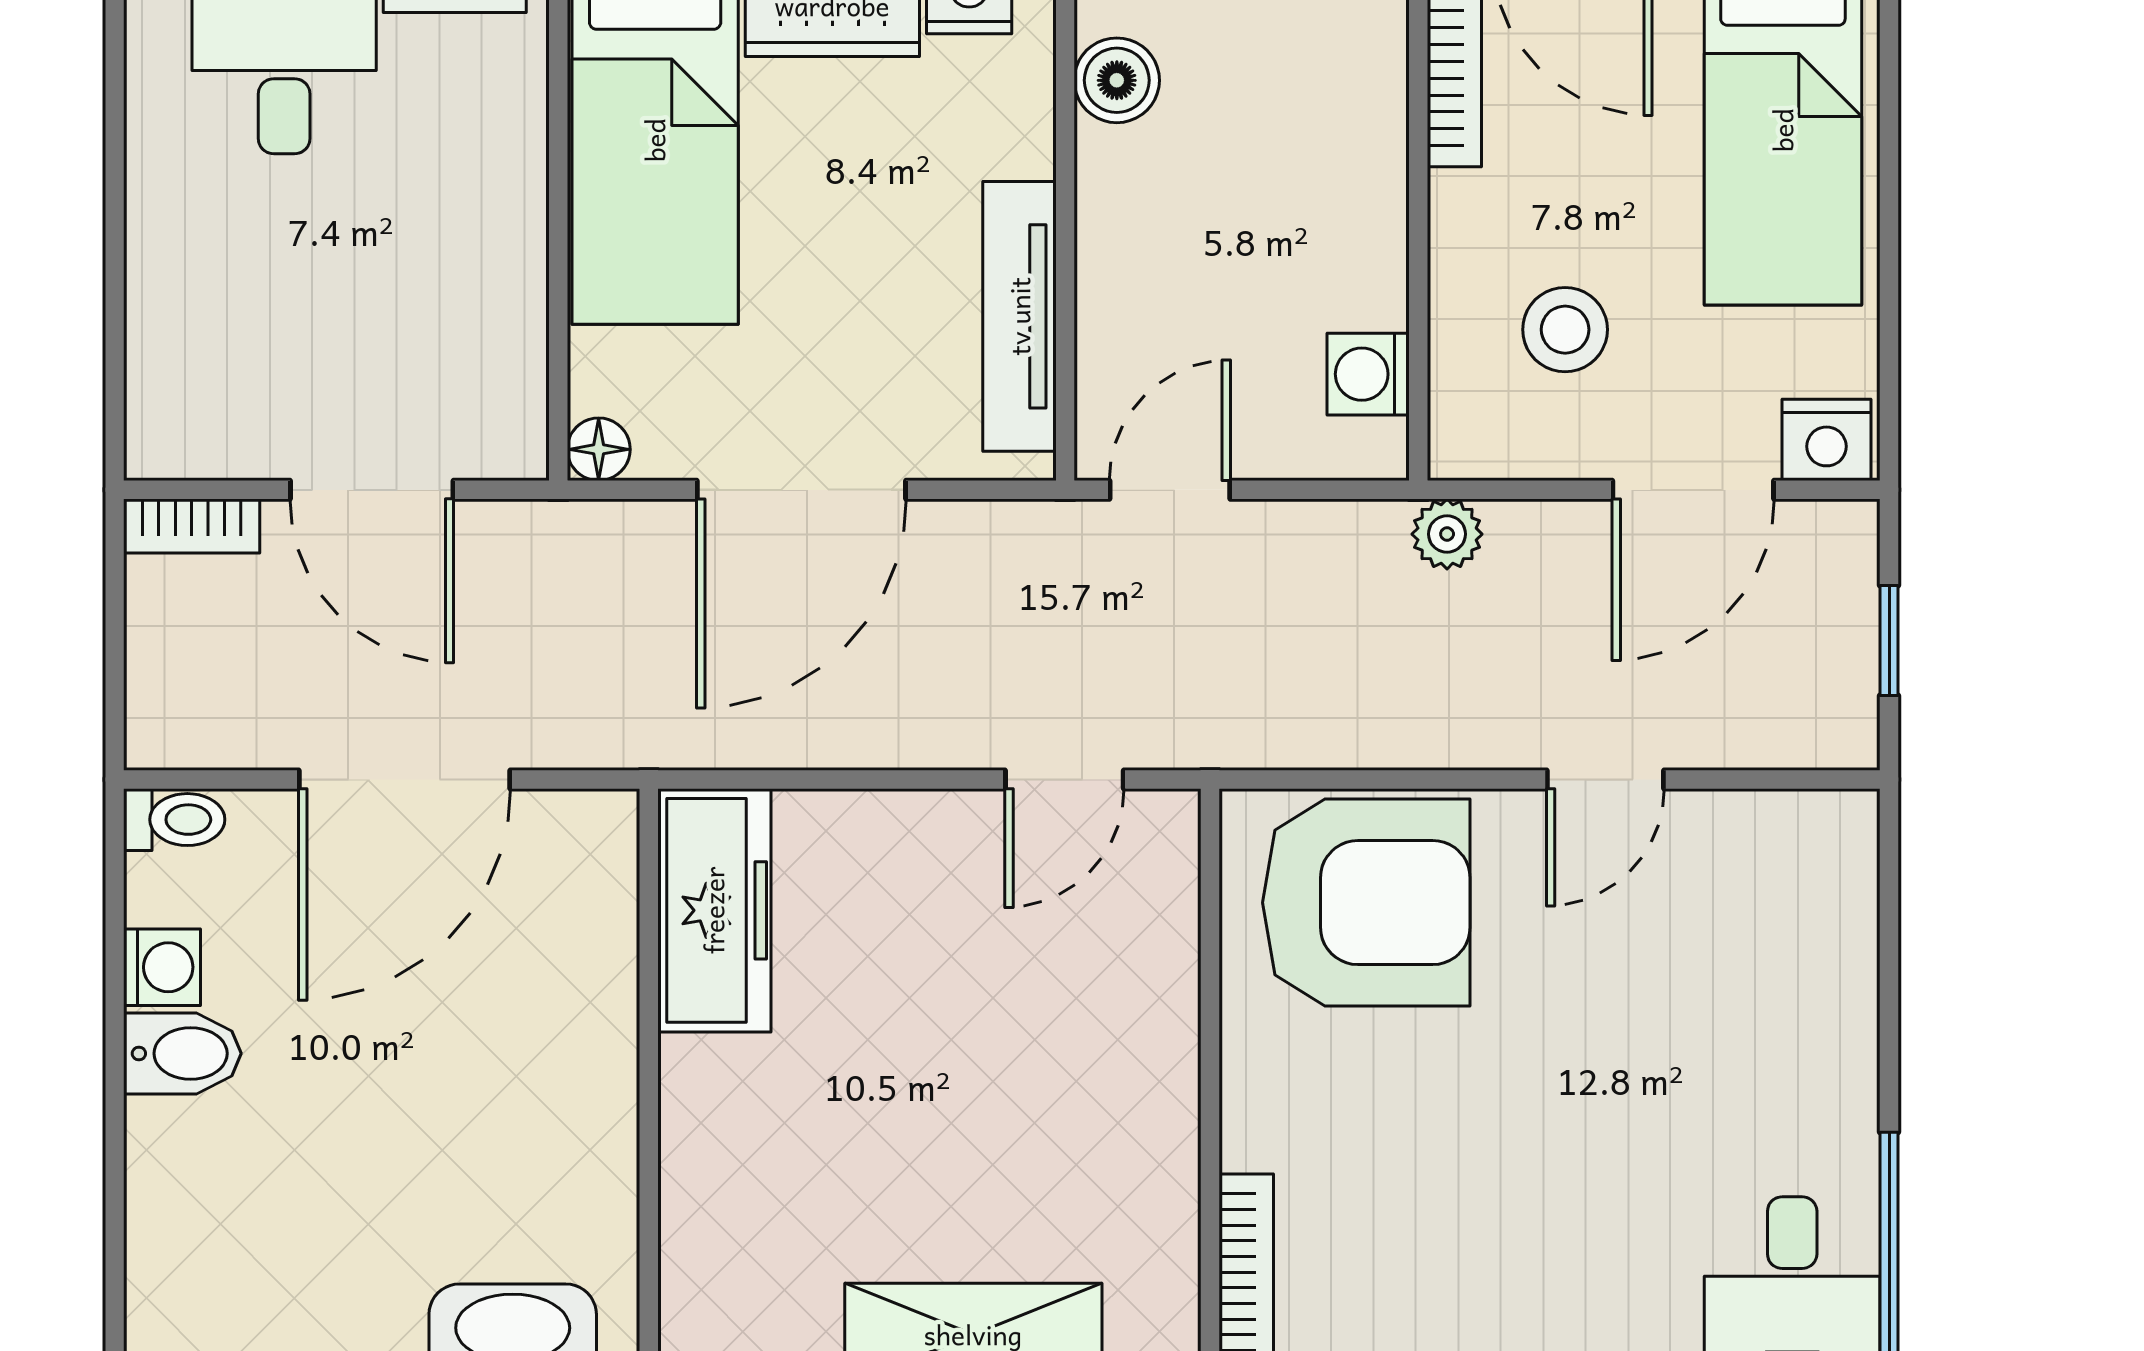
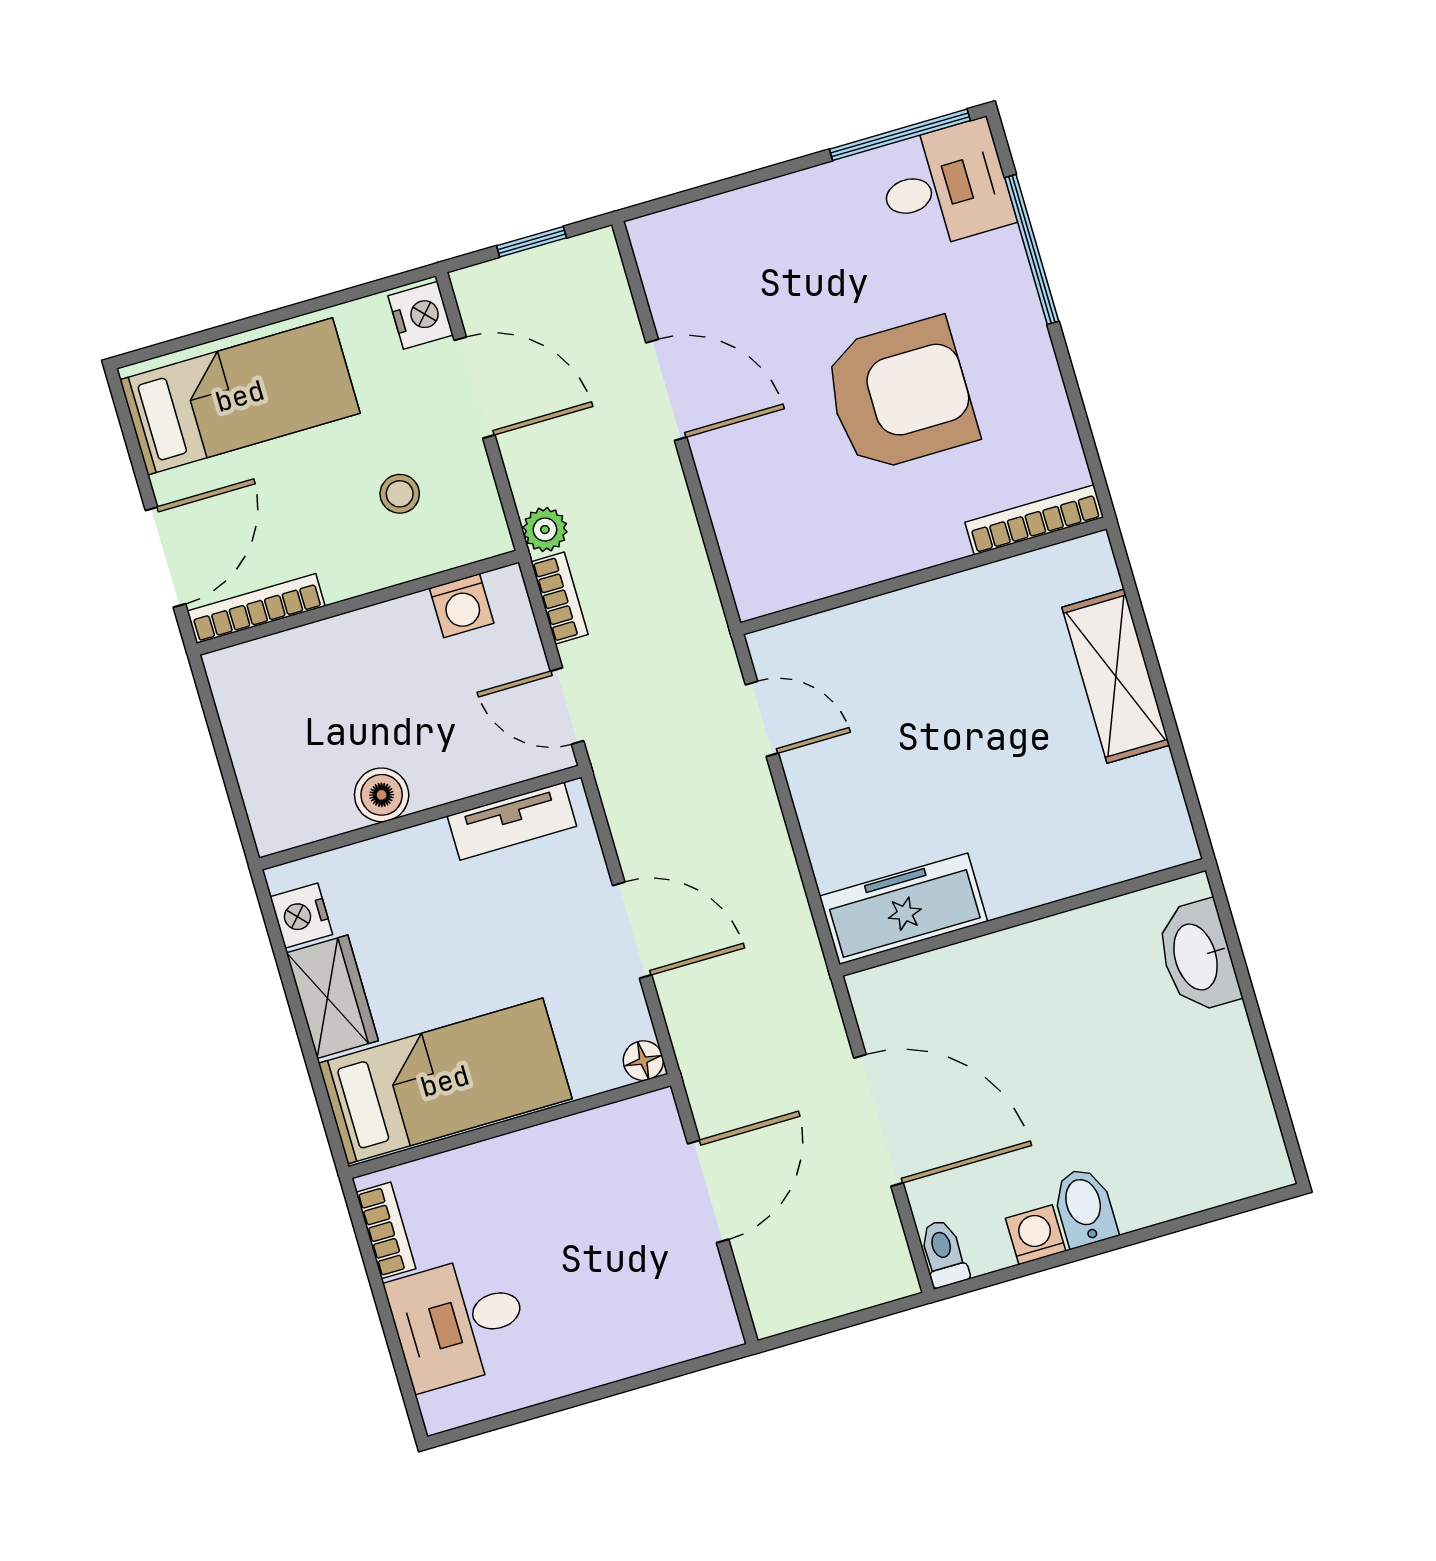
boiler: (1117, 80) -> (382, 795), moved
tv unit: (1020, 316) -> (512, 821), width x0.71
stool: (1565, 330) -> (400, 494), width x0.73, depth x0.73
door: (801, 490) -> (632, 930), width x0.73
bookcase: (192, 526) -> (560, 598), moved
door: (1605, 779) -> (666, 390), width x1.38
armchair: (1366, 903) -> (900, 395), moved, turned 90

